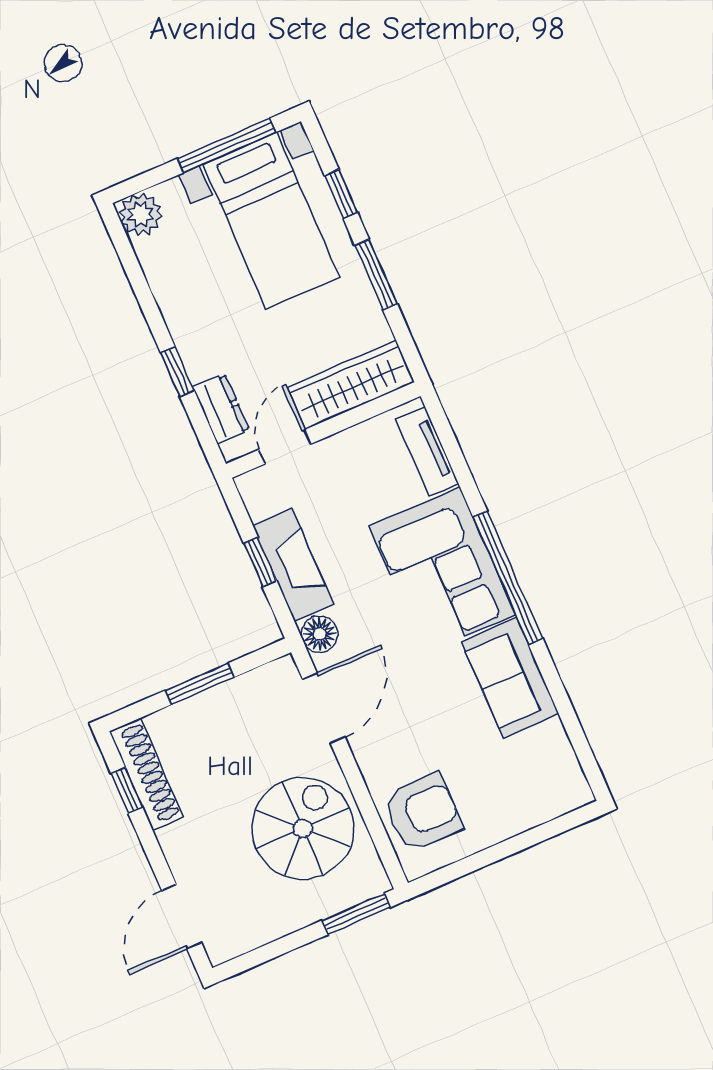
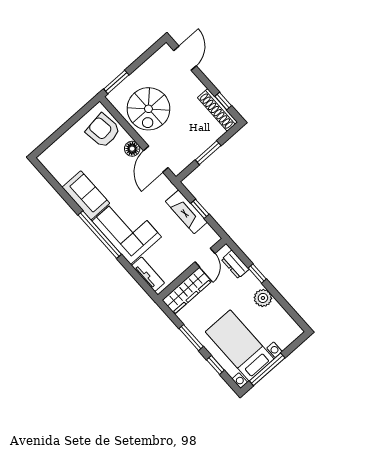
plant: (141, 214) -> (263, 298), moved
floor lamp: (320, 634) -> (132, 149), moved
armchair: (423, 812) -> (103, 131), turned 82

